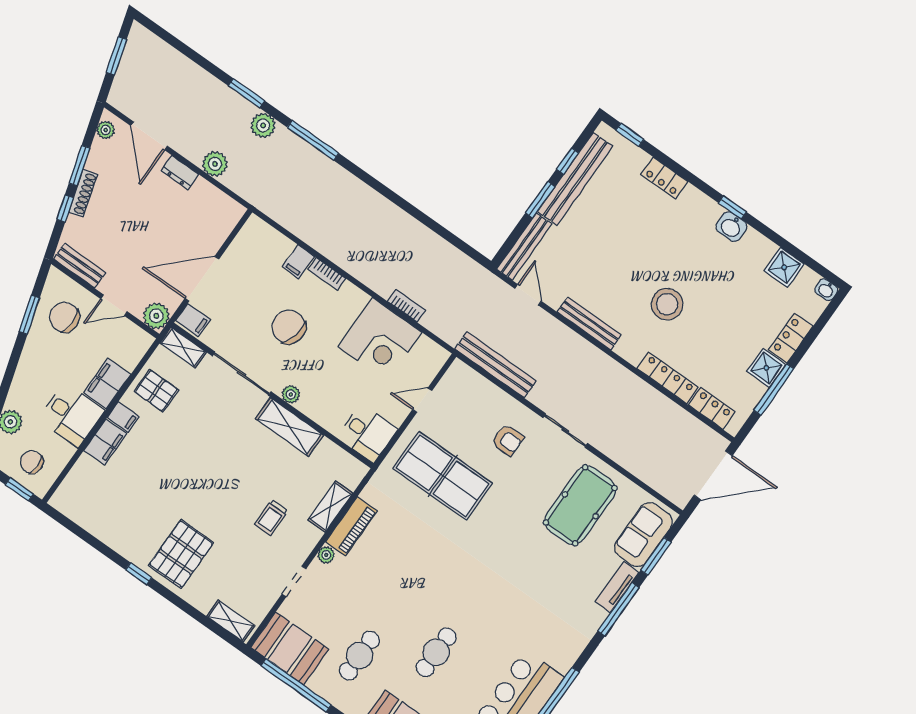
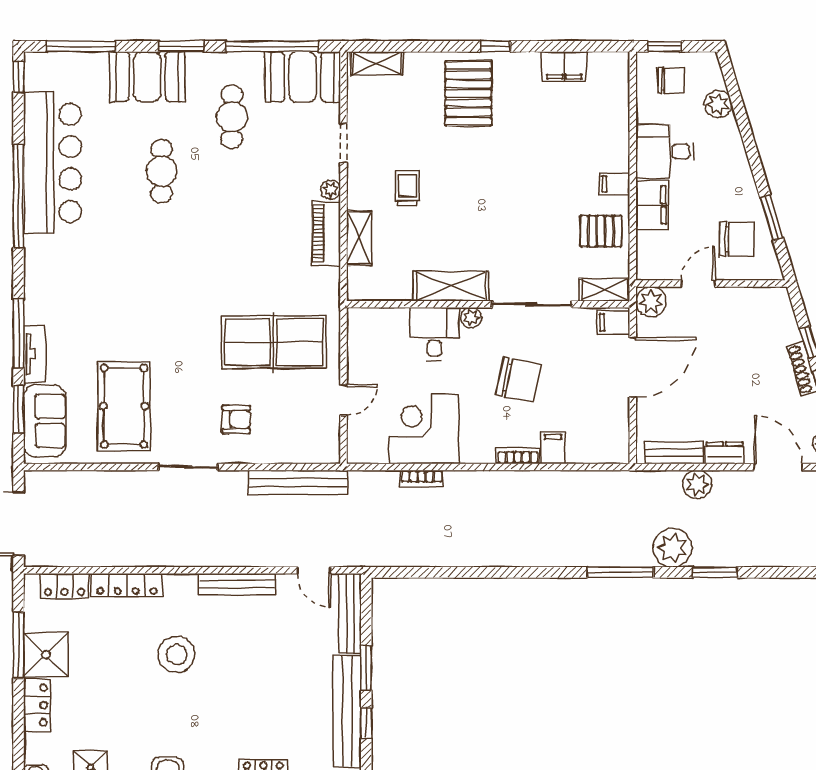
plant: (263, 125) -> (672, 548), width x1.36, depth x1.36
bench: (80, 266) -> (674, 453), moved
shower: (766, 368) -> (46, 655), width x1.36, depth x1.36
desk: (367, 433) -> (434, 334), moved, turned 90
armchair: (508, 440) -> (236, 419), turned 180
filing cabinet: (105, 442) -> (564, 66), moved, turned -90

